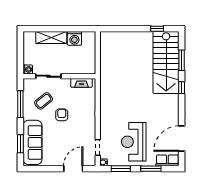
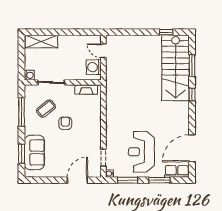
shelving: (51, 37) -> (41, 42), moved
washing machine: (74, 38) -> (94, 67), moved, turned 90
door: (98, 46) -> (103, 51), added
sofa: (32, 142) -> (34, 152), width x0.73

